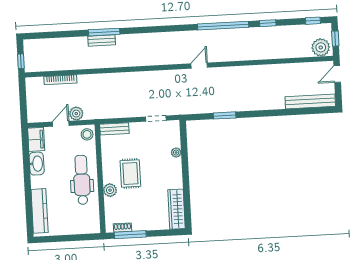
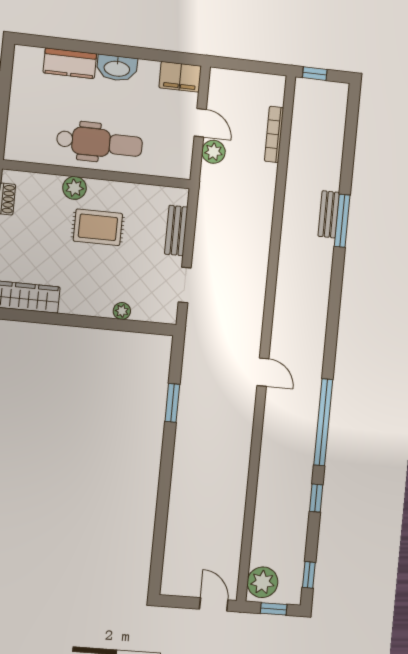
bench: (310, 101) -> (174, 552), removed
bench: (114, 129) -> (176, 231), moved
stool: (87, 134) -> (176, 164), removed
washbasin: (37, 164) -> (117, 68), moved
kitchen counter: (40, 211) -> (70, 63), width x0.67

